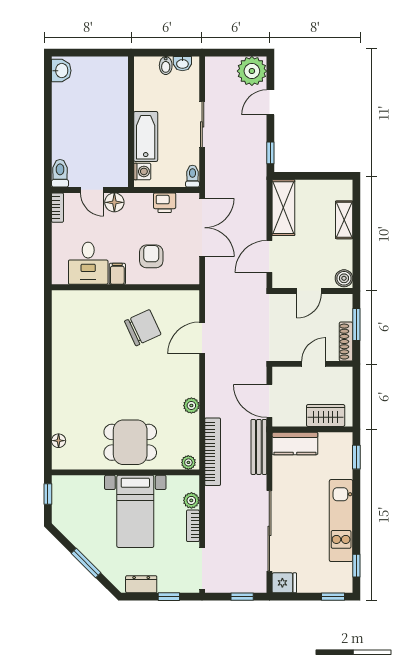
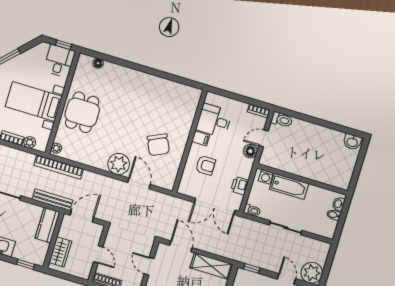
washbasin: (182, 64) -> (338, 204), moved
plant: (191, 406) -> (119, 164), moved, width x1.88, depth x1.88
desk: (71, 493) -> (59, 61), added

